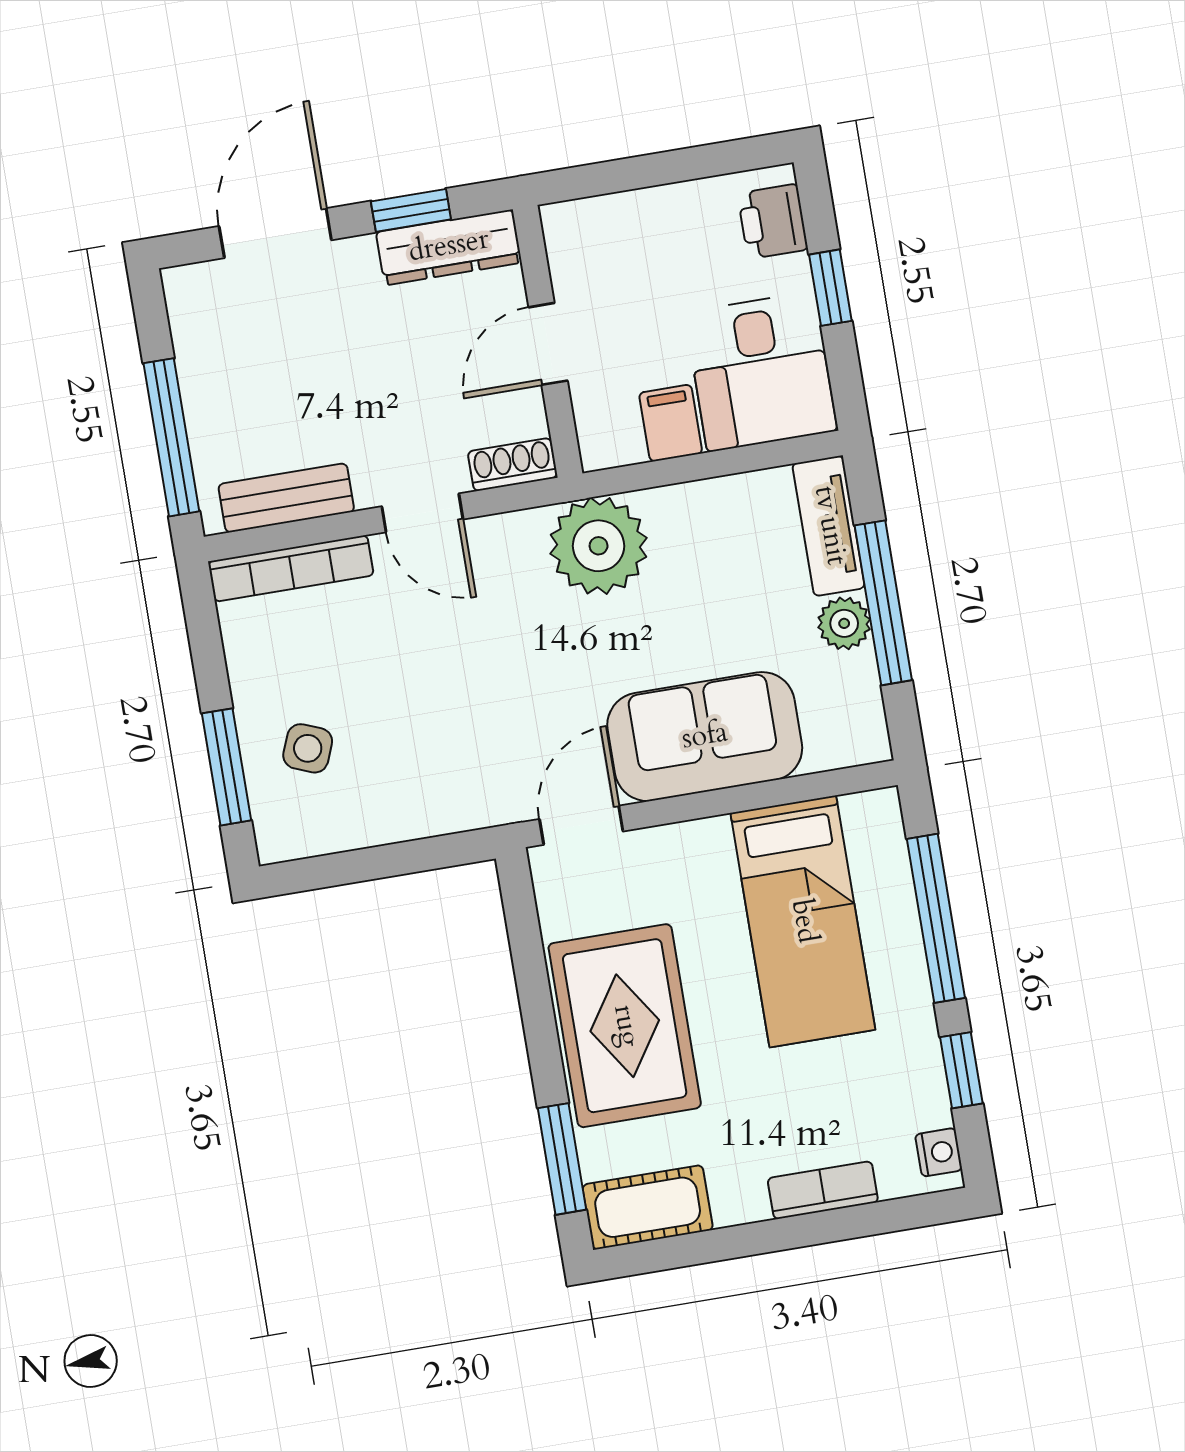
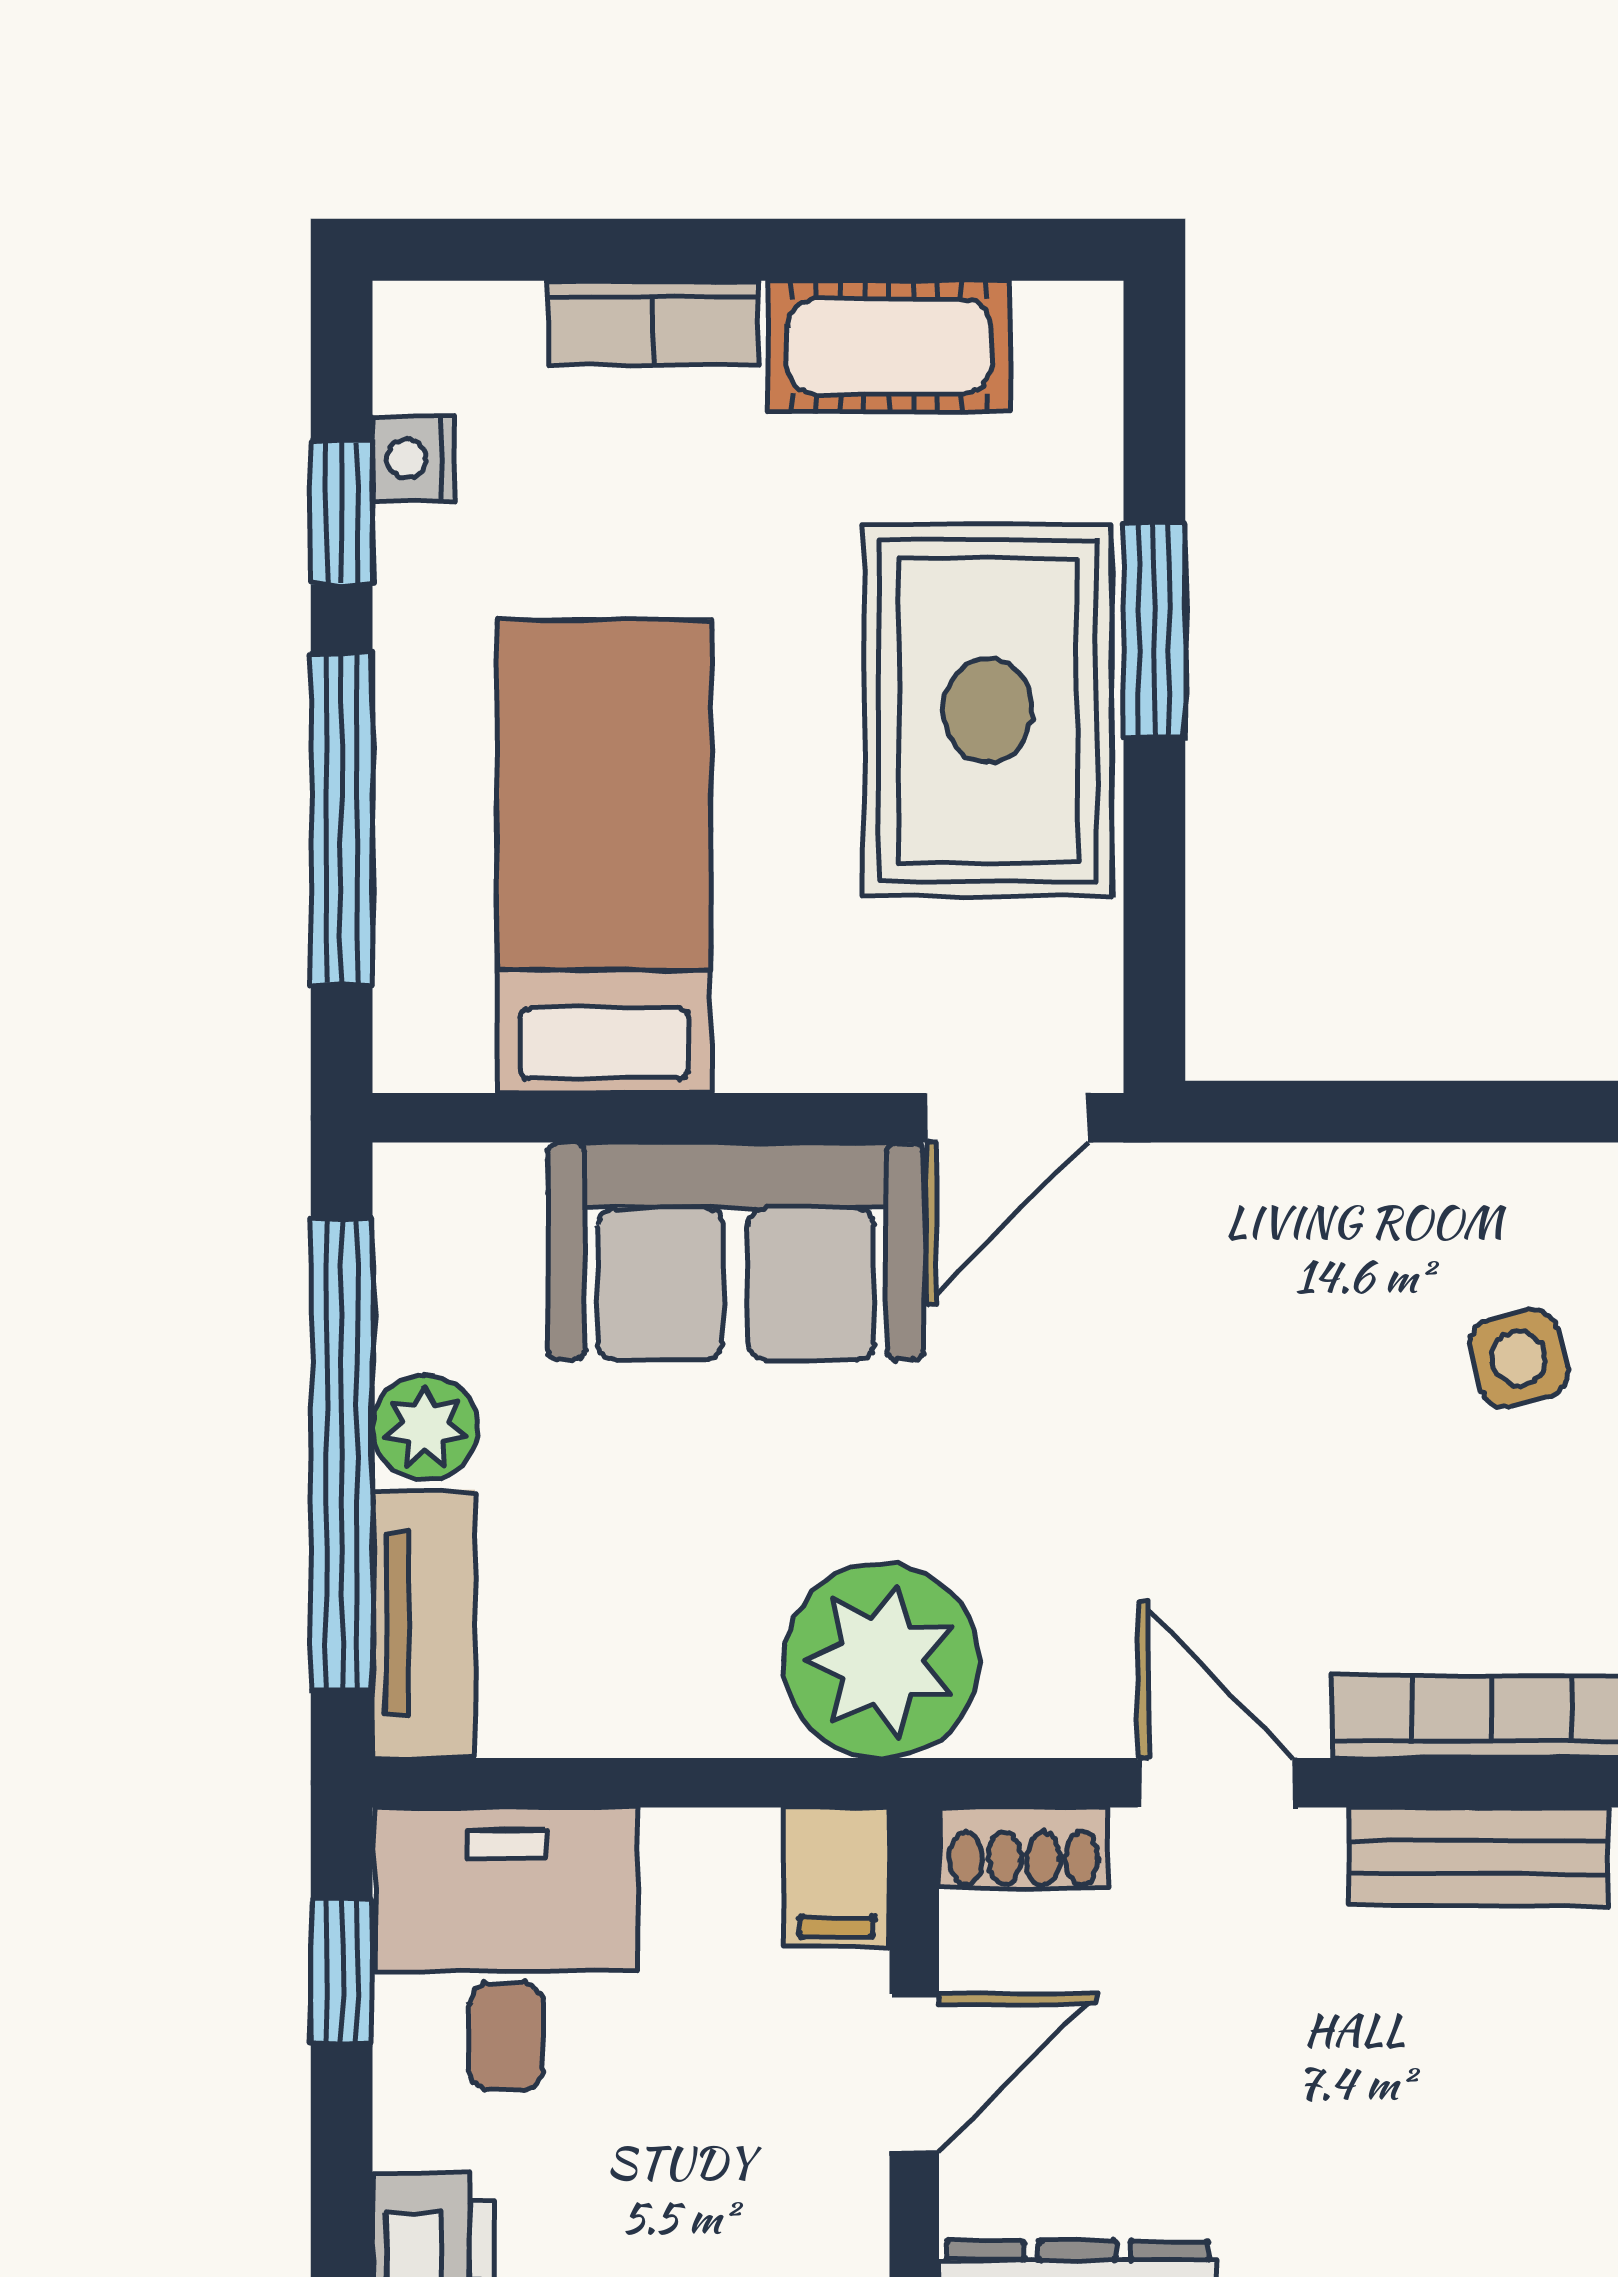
window: (830, 288) -> (342, 1971), moved
filing cabinet: (671, 423) -> (837, 1877), moved
window: (883, 603) -> (342, 1455), width x1.46
side table: (308, 748) -> (1518, 1359), turned -36
nightstand: (939, 1152) -> (413, 459), moved
window: (562, 1159) -> (1154, 630), moved
cot: (648, 1207) -> (889, 346), moved

